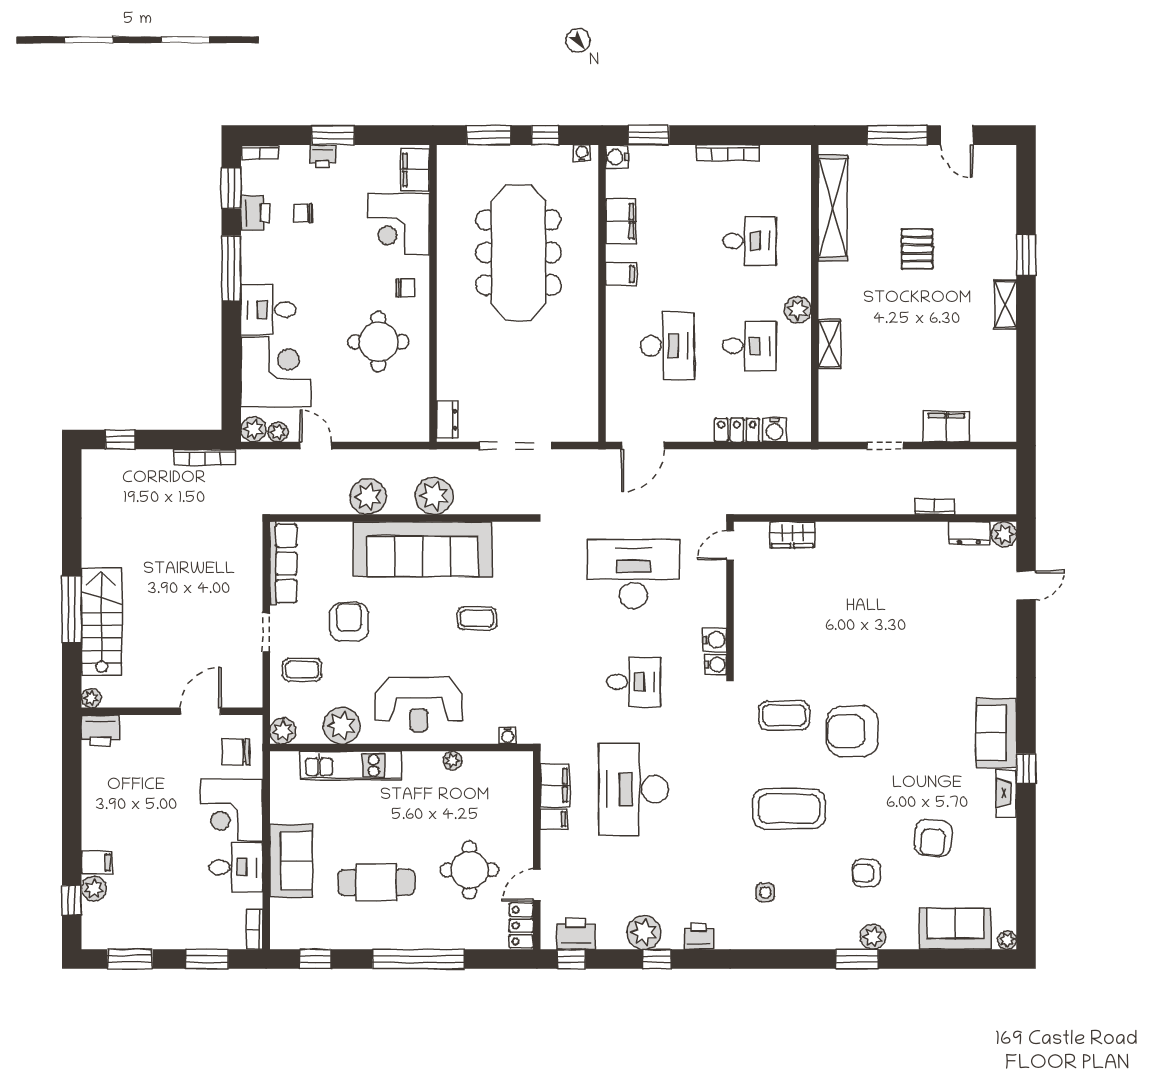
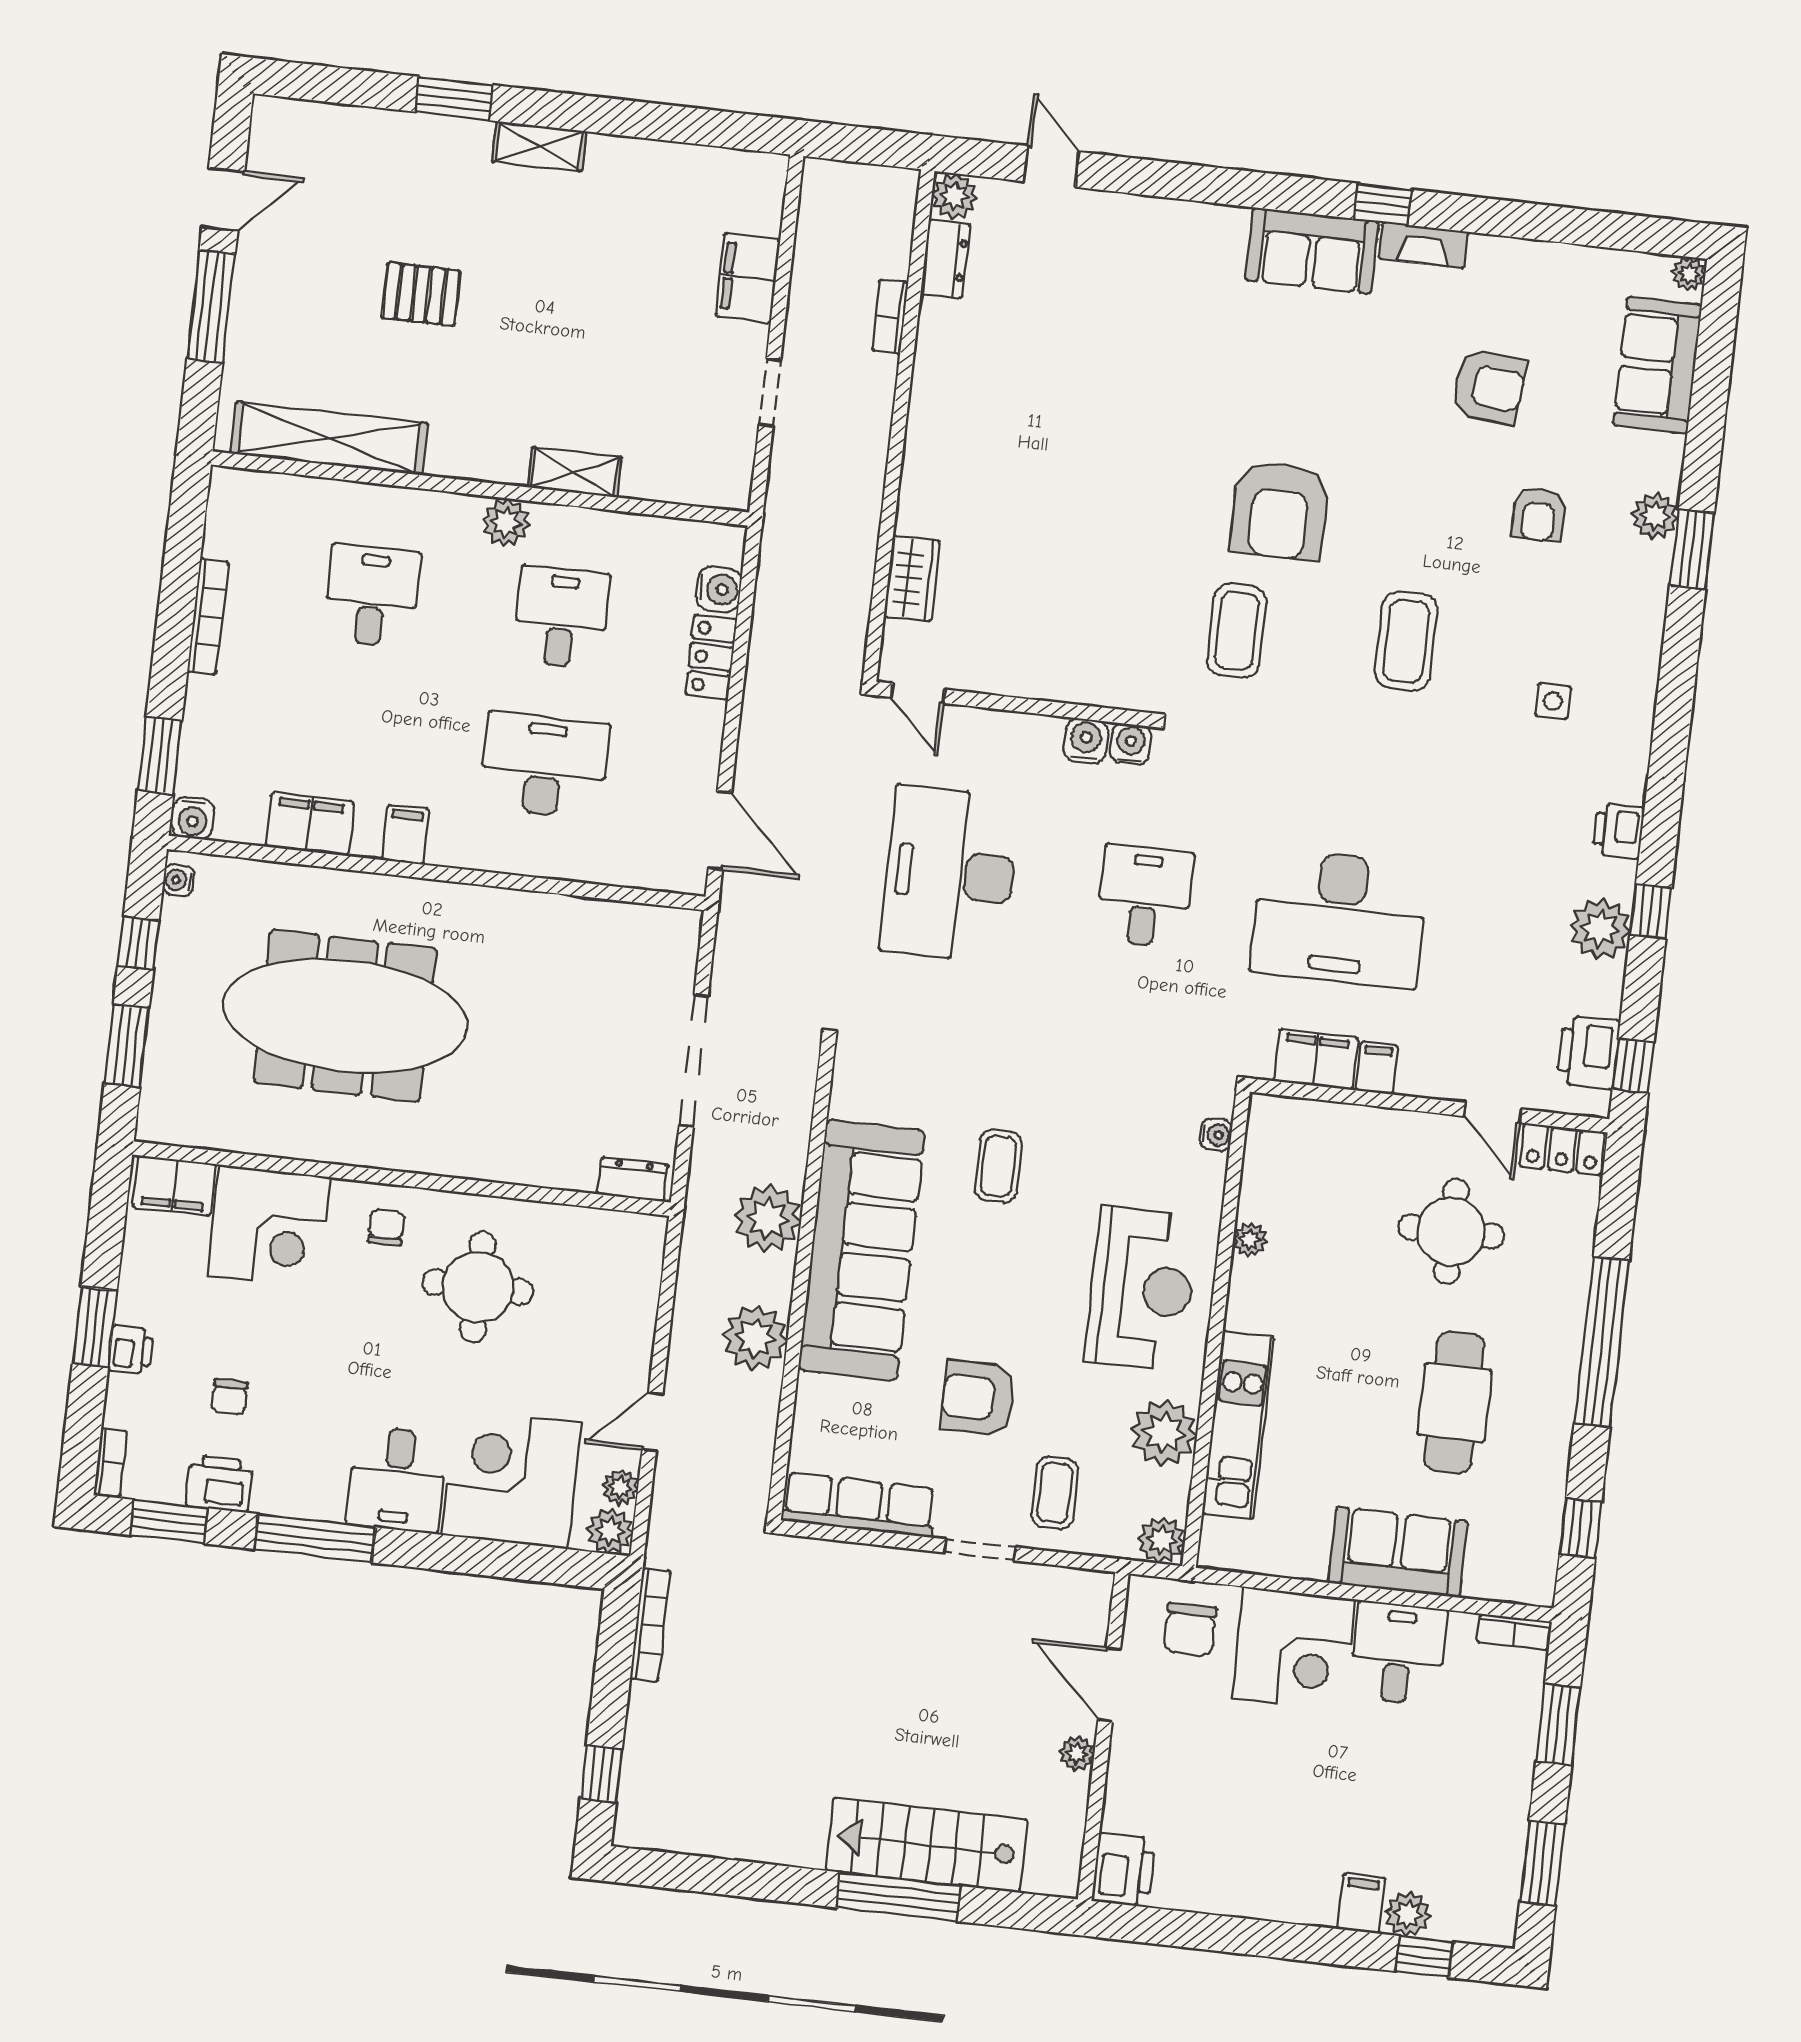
plant: (91, 698) -> (1077, 1754), moved
coffee table: (789, 809) -> (1406, 641), width x0.73, depth x0.76

